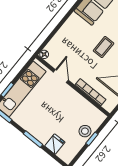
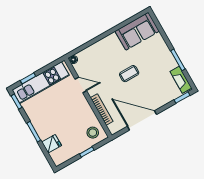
door: (61, 76) -> (81, 85), hinge flipped
stool: (85, 131) -> (93, 133), moved

